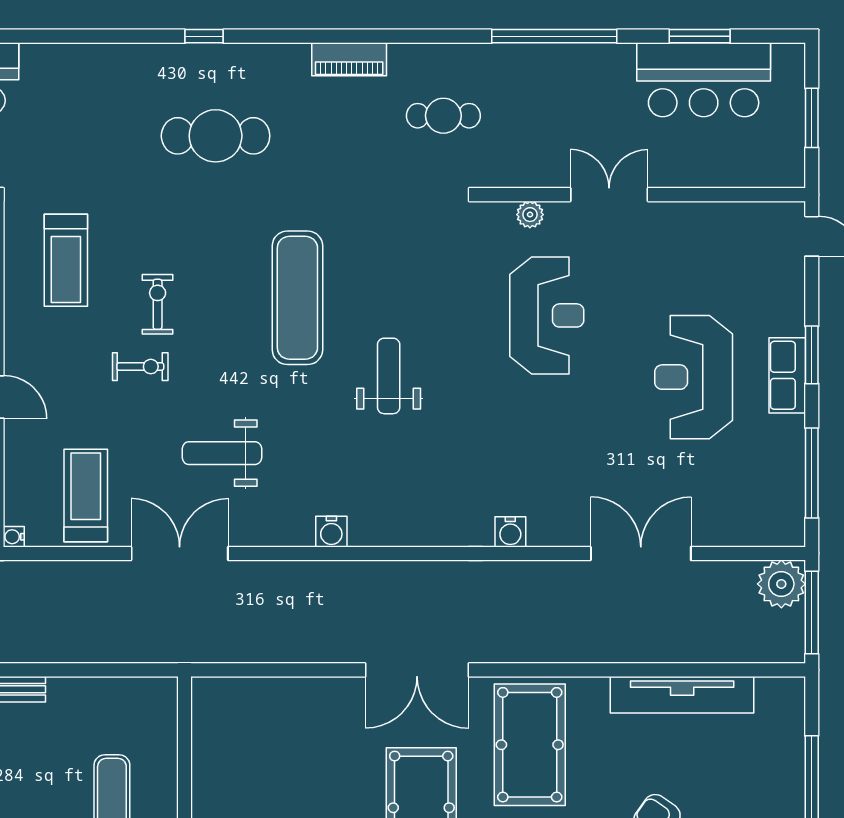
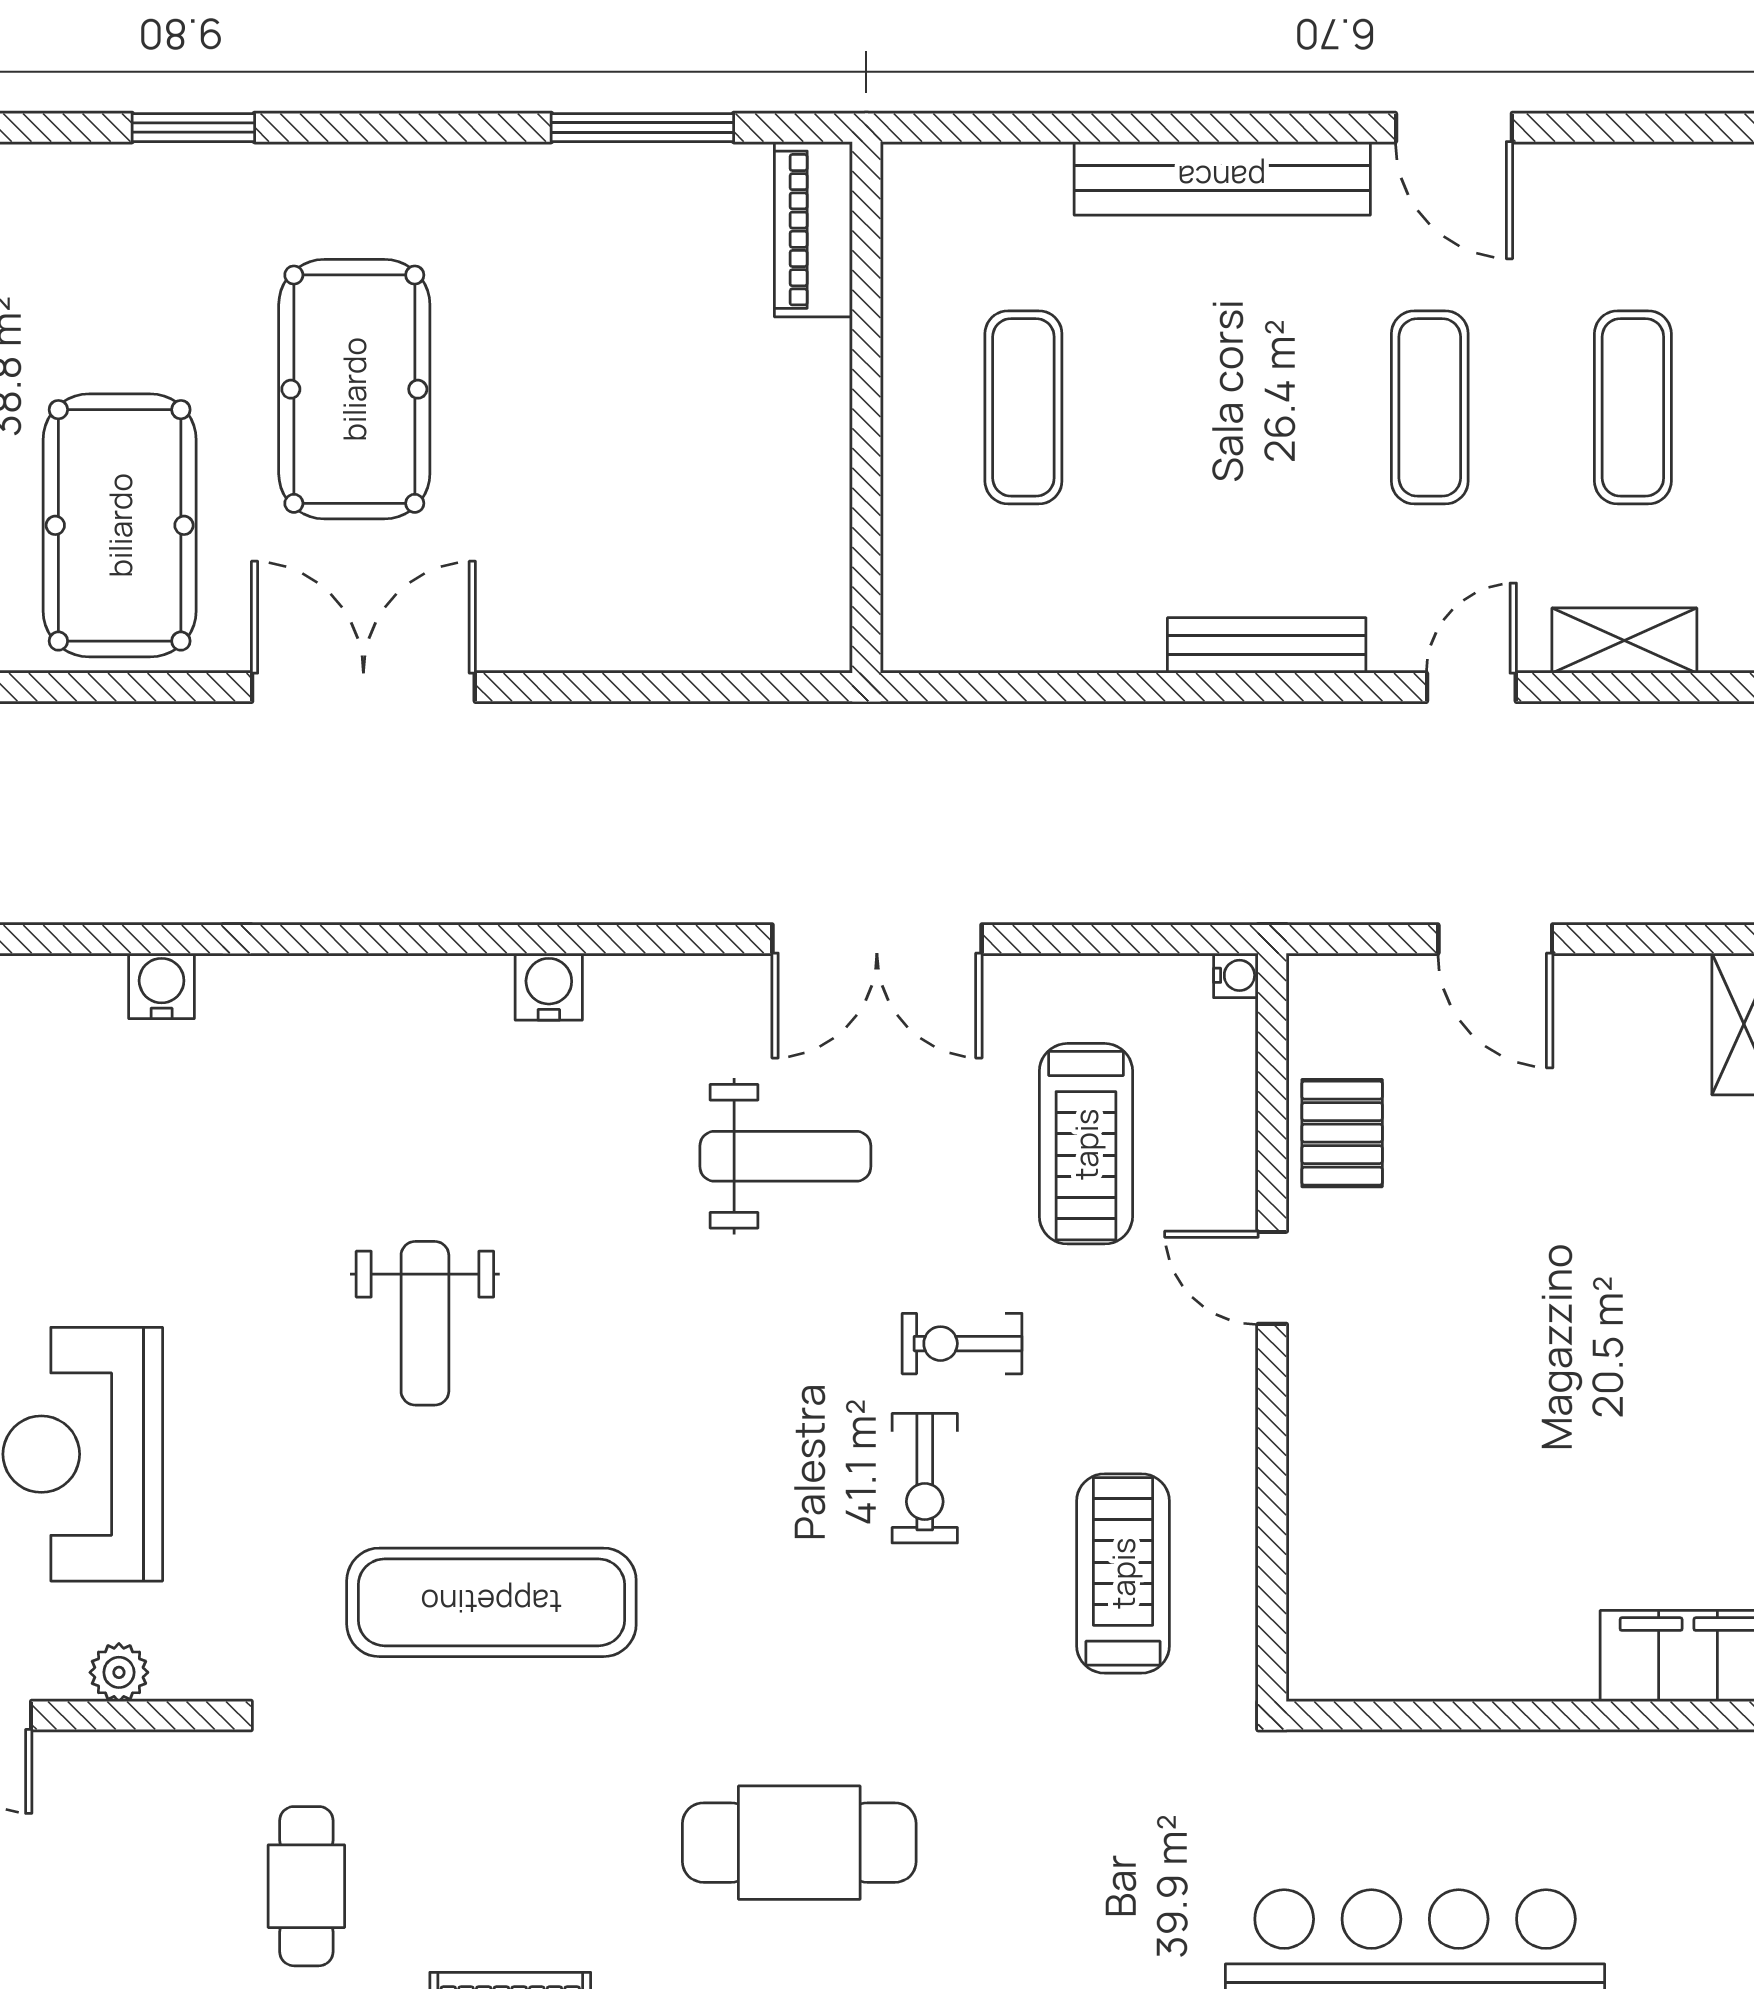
cafe table: (443, 116) -> (306, 1886), turned 90
exercise mat: (297, 298) -> (491, 1602), moved, turned 90
treadmill: (86, 495) -> (1086, 1144), moved

